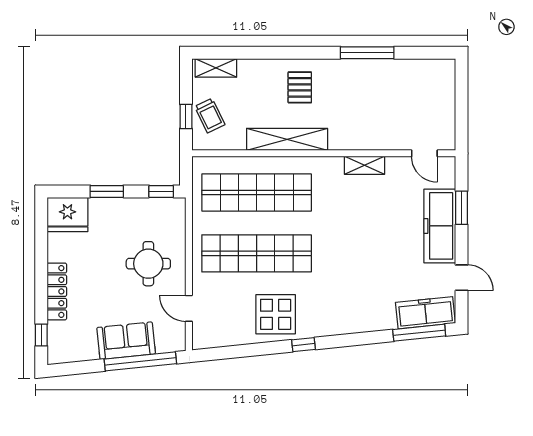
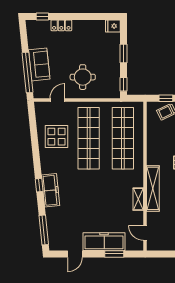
shelving: (287, 139) -> (153, 188), moved
door: (424, 153) -> (145, 233), hinge flipped
fridge: (67, 215) -> (113, 26), width x0.53, depth x0.75
locker: (57, 291) -> (61, 25), width x0.66
freezer: (425, 313) -> (51, 190), moved
display table: (276, 314) -> (56, 137), moved
window: (304, 345) -> (39, 185), moved

